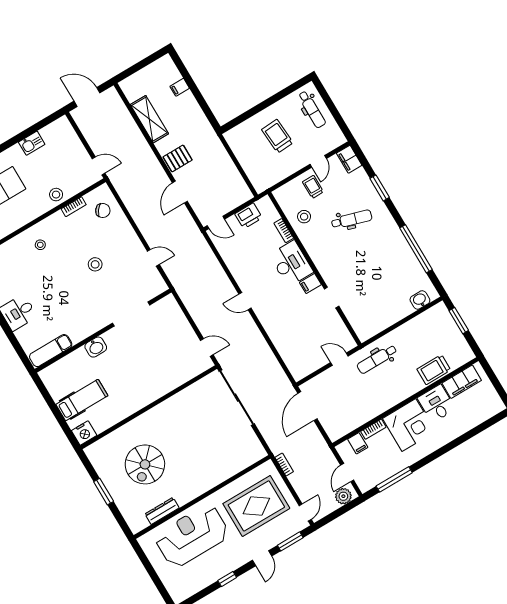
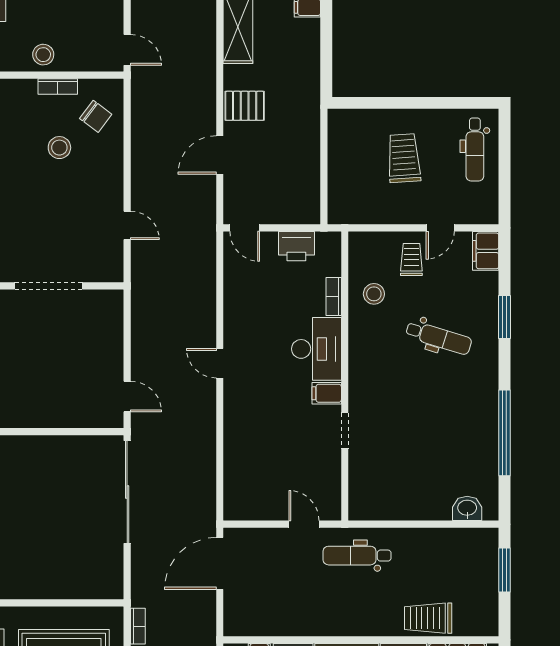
stool: (95, 264) -> (59, 148), moved

